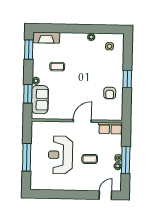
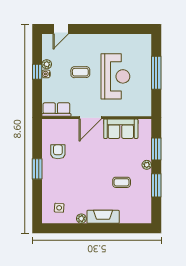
fireplace: (46, 38) -> (103, 217), moved
window: (29, 50) -> (156, 185), moved
sofa: (40, 100) -> (121, 129), moved, turned -90
window: (126, 160) -> (37, 72), width x0.46

